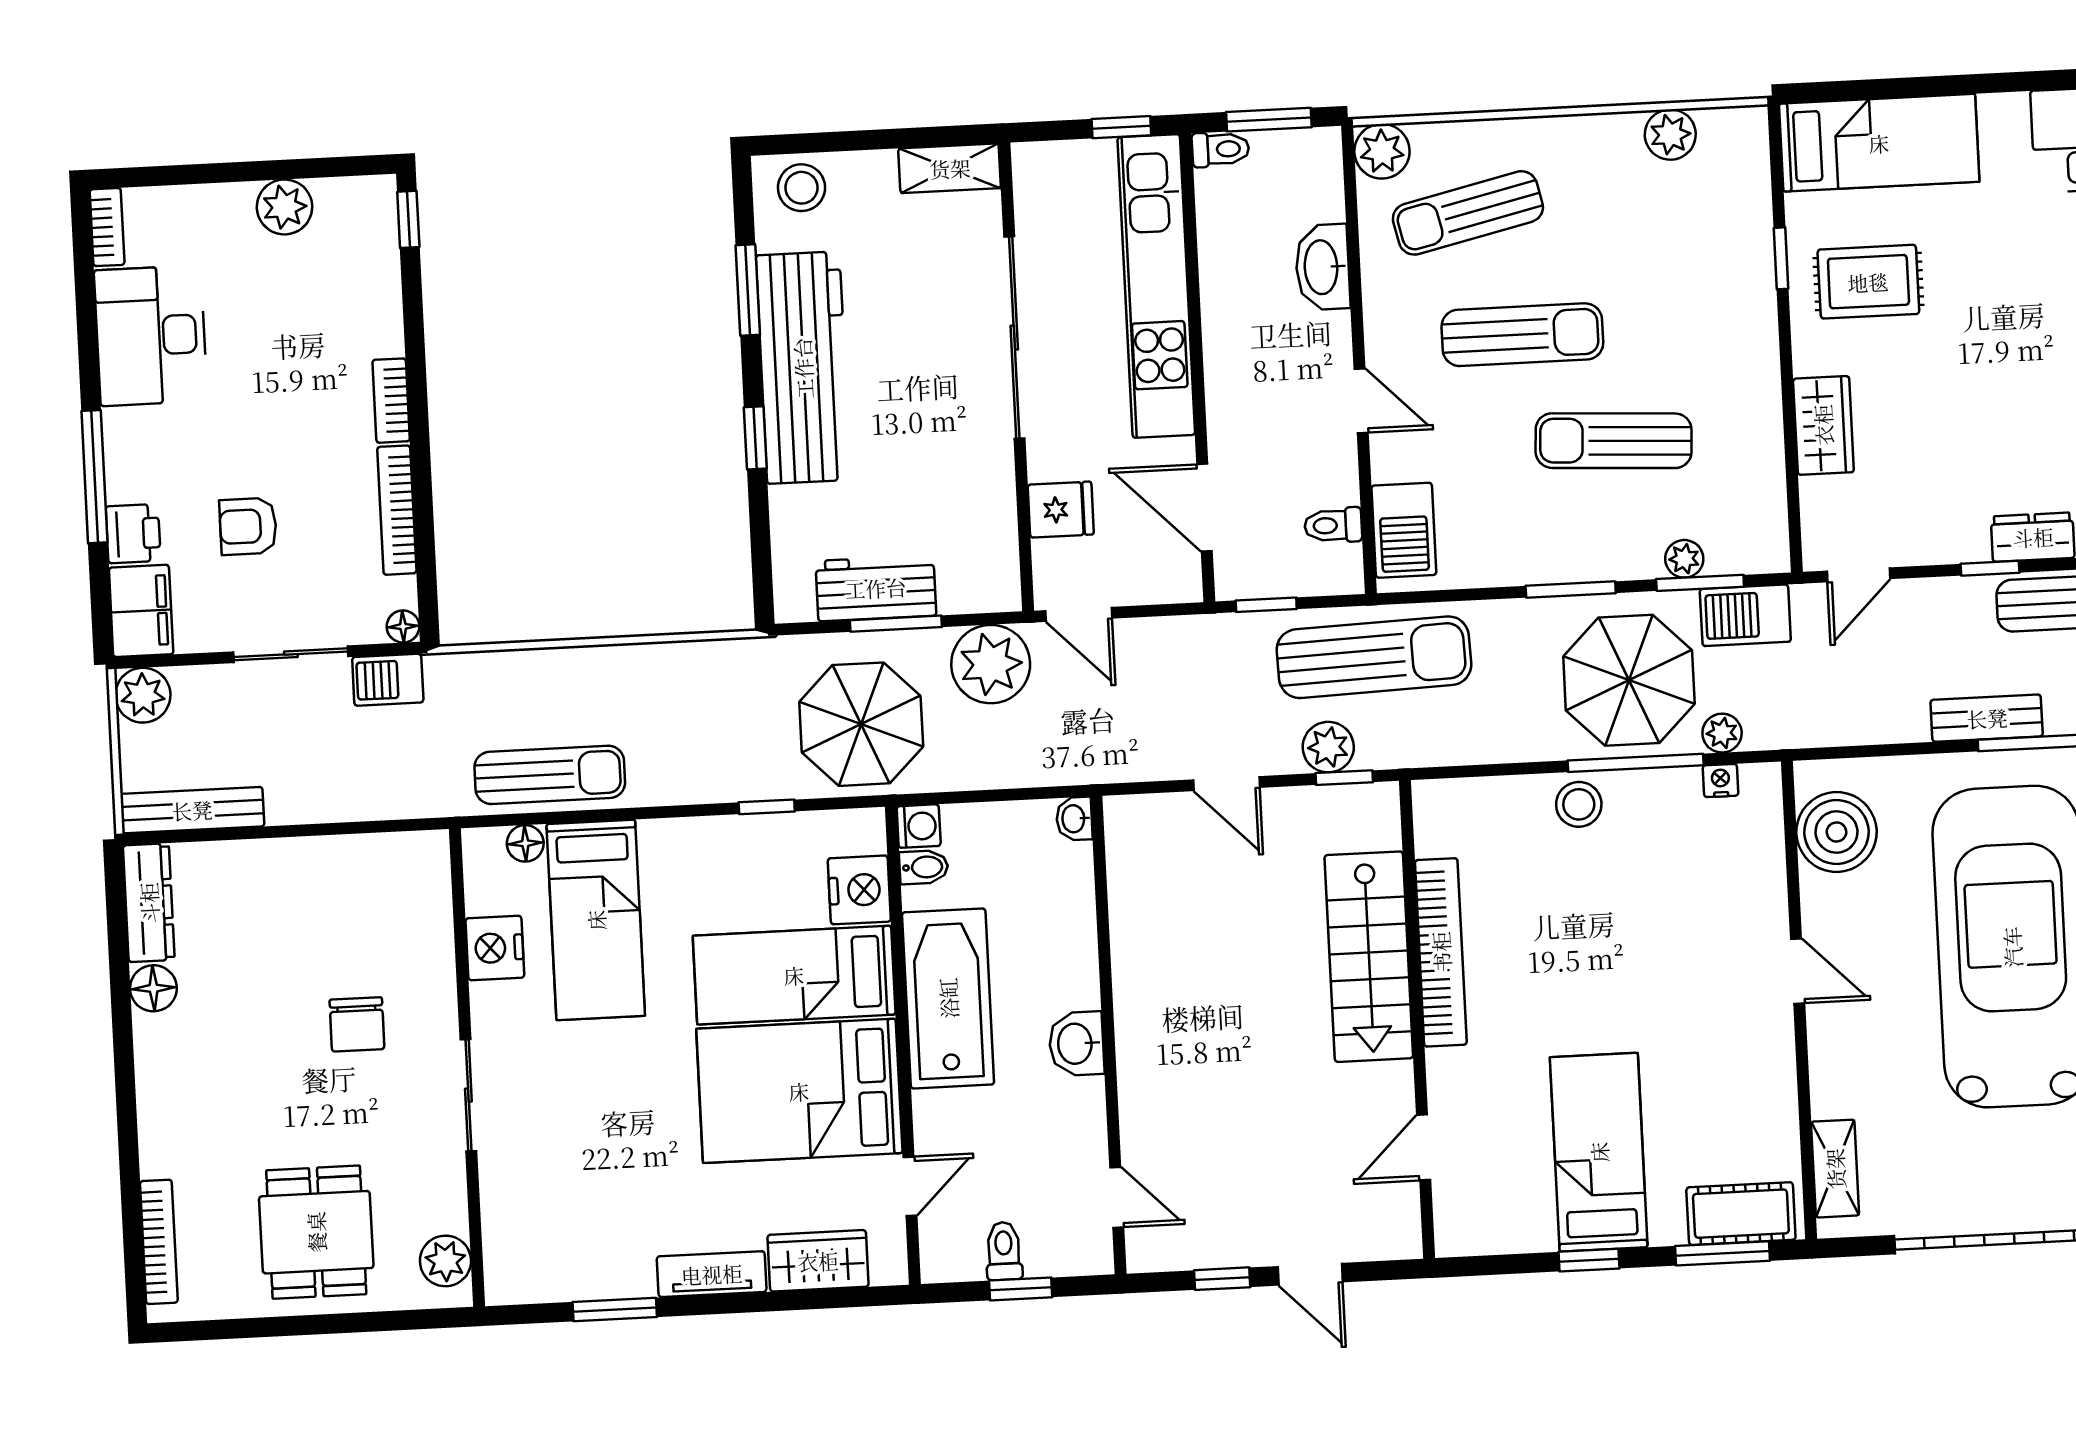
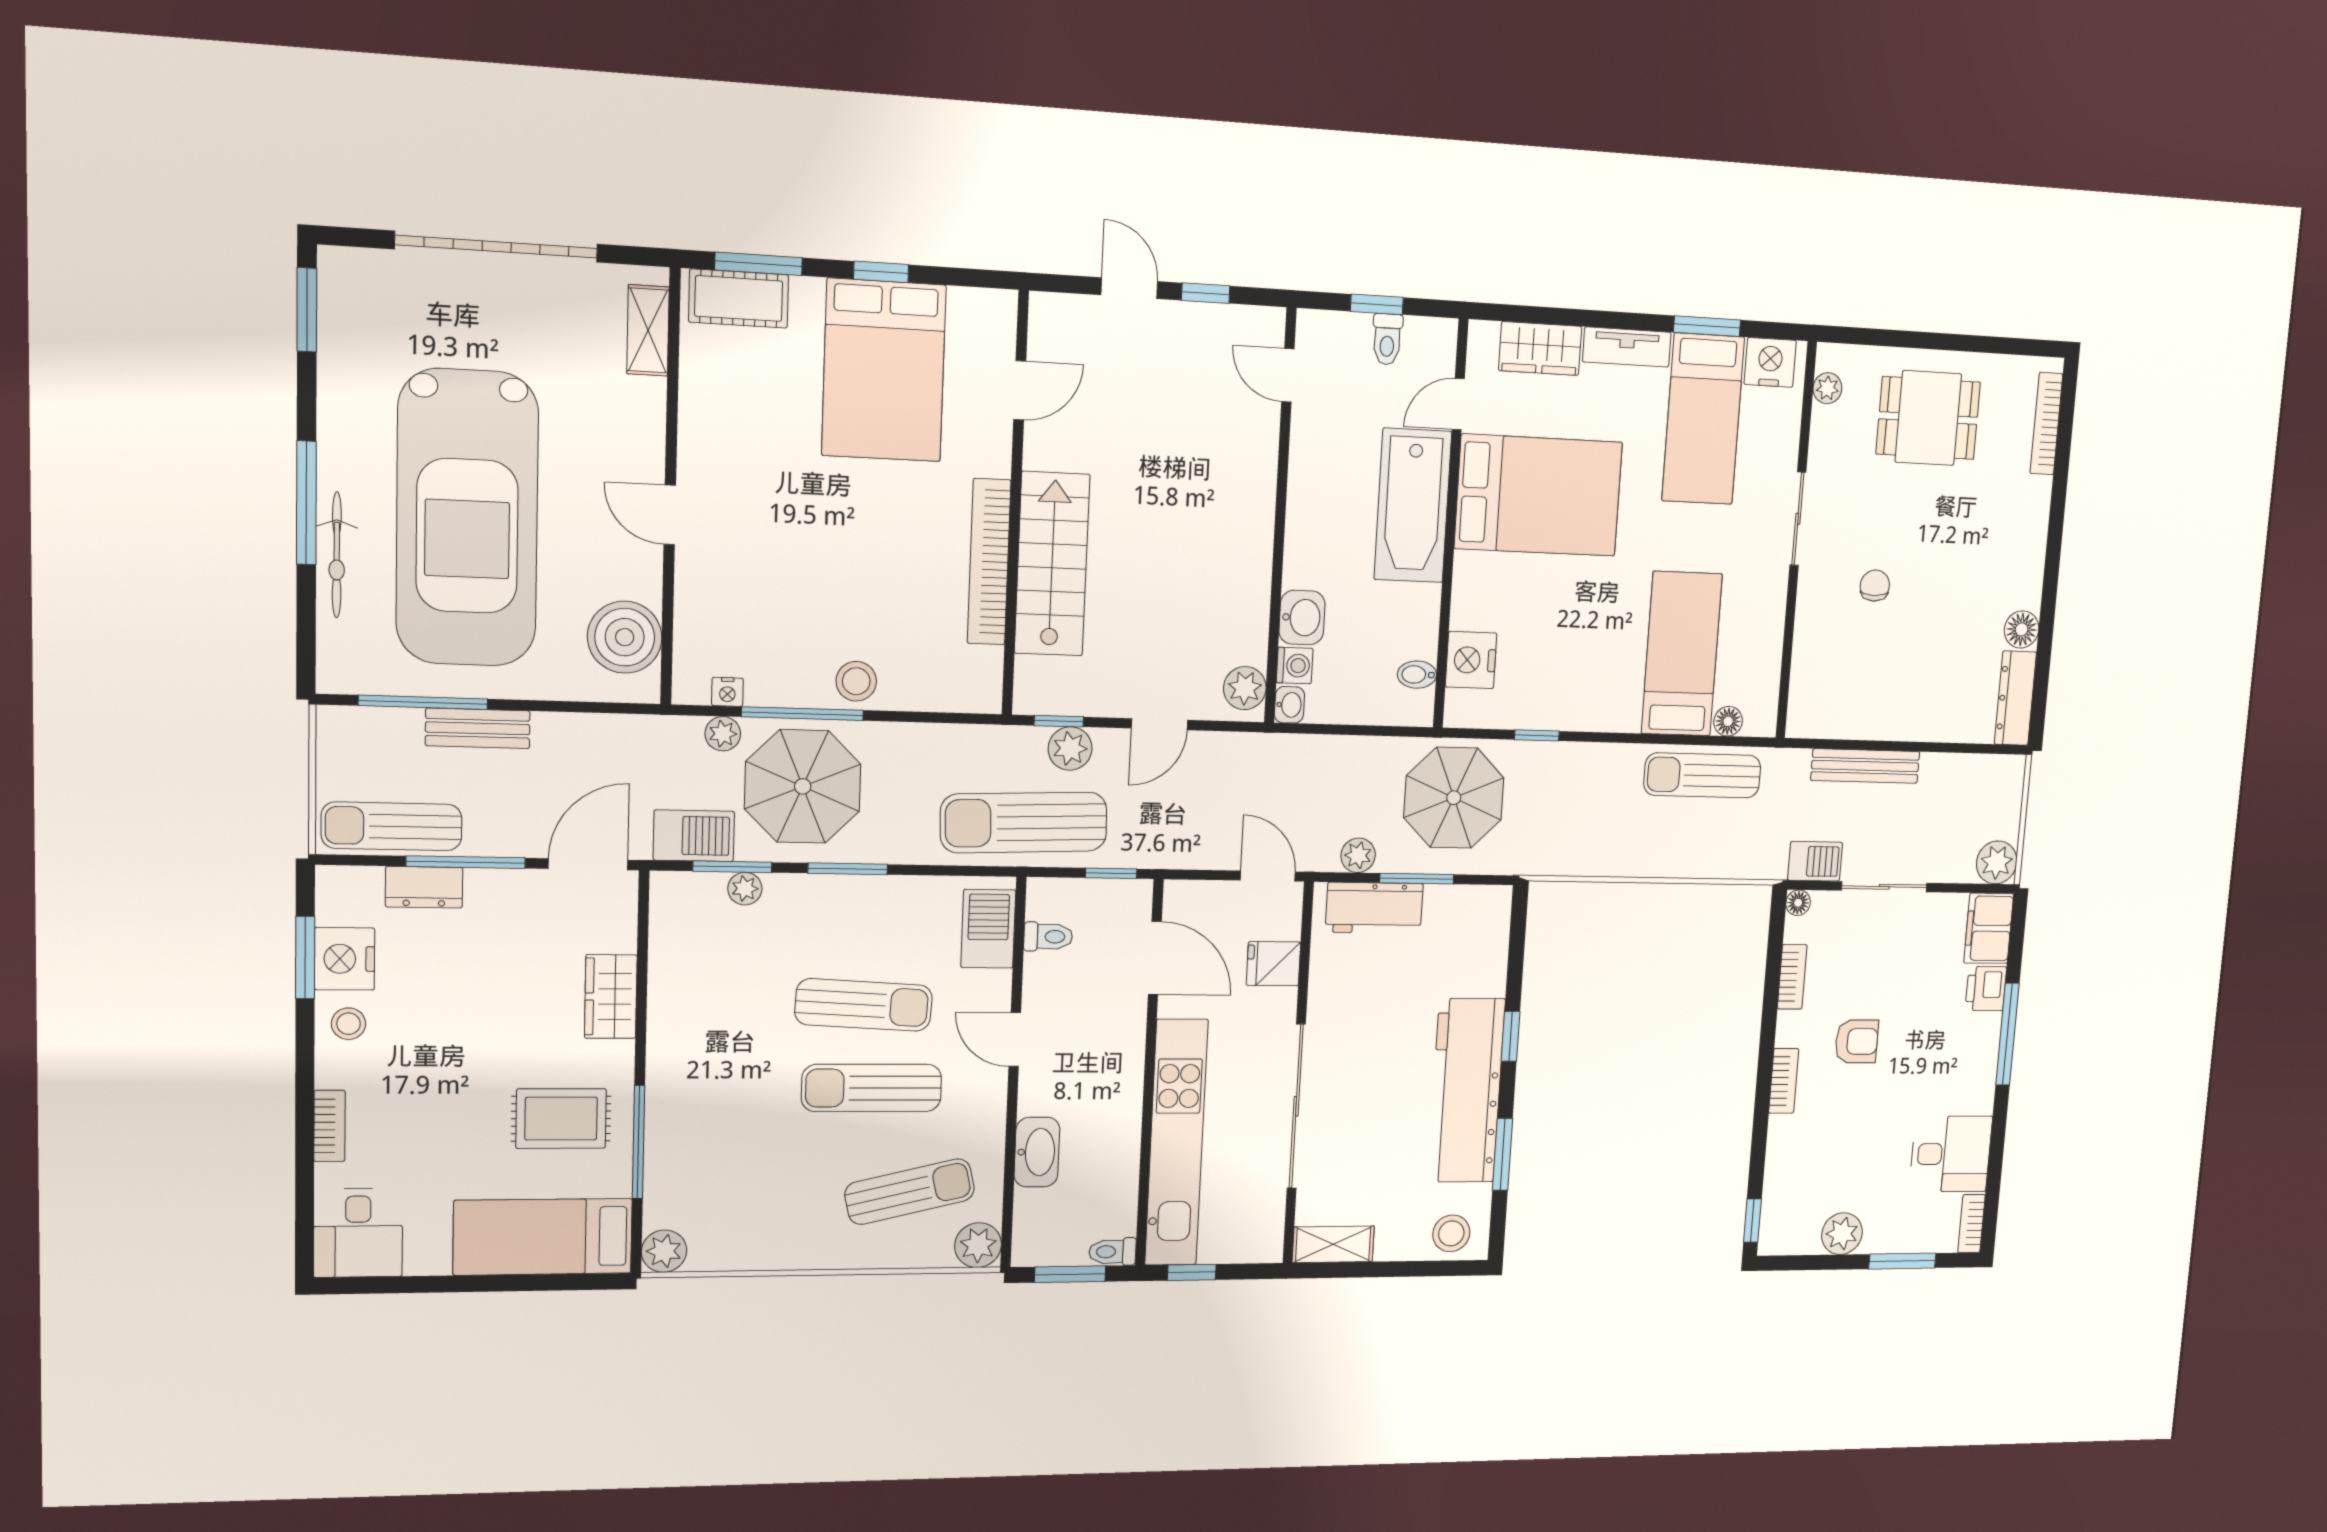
plant: (1670, 135) -> (664, 1251), moved
window: (196, 174) -> (1902, 1261), added
window: (1781, 258) -> (639, 1142), width x2.17
desk: (151, 336) -> (1951, 1154), width x0.73
sun lounger: (1614, 441) -> (864, 1005), moved
bookcase: (397, 510) -> (1792, 977), width x0.64
armchair: (248, 526) -> (1857, 1041), moved
window: (1990, 568) -> (466, 862), width x2.17
door: (1858, 575) -> (588, 864), width x1.37
workbench: (876, 588) -> (1374, 908), moved
plant: (991, 664) -> (1358, 855), width x0.53, depth x0.53
door: (1226, 784) -> (1159, 724), swing flipped
bench: (192, 810) -> (1865, 766), moved
washing machine: (919, 826) -> (1295, 665), moved, turned 180
plant: (1130, 834) -> (1245, 688), added
nightstand: (495, 948) -> (1770, 362), moved, turned -90
bed: (794, 975) -> (1703, 419), moved, turned 90
bathtub: (948, 998) -> (1413, 506), moved
chair: (357, 1024) -> (1875, 586), width x0.73, depth x0.73
washbasin: (1076, 1044) -> (1302, 618), moved
bed: (1599, 1152) -> (884, 370), width x1.50
dining table: (316, 1232) -> (1928, 418), turned 90
plant: (445, 1261) -> (1827, 388), width x0.73, depth x0.73

